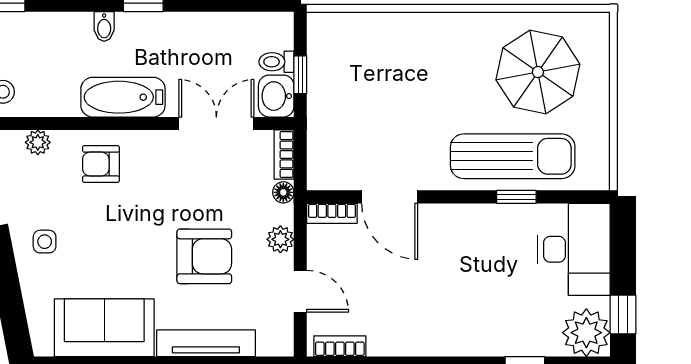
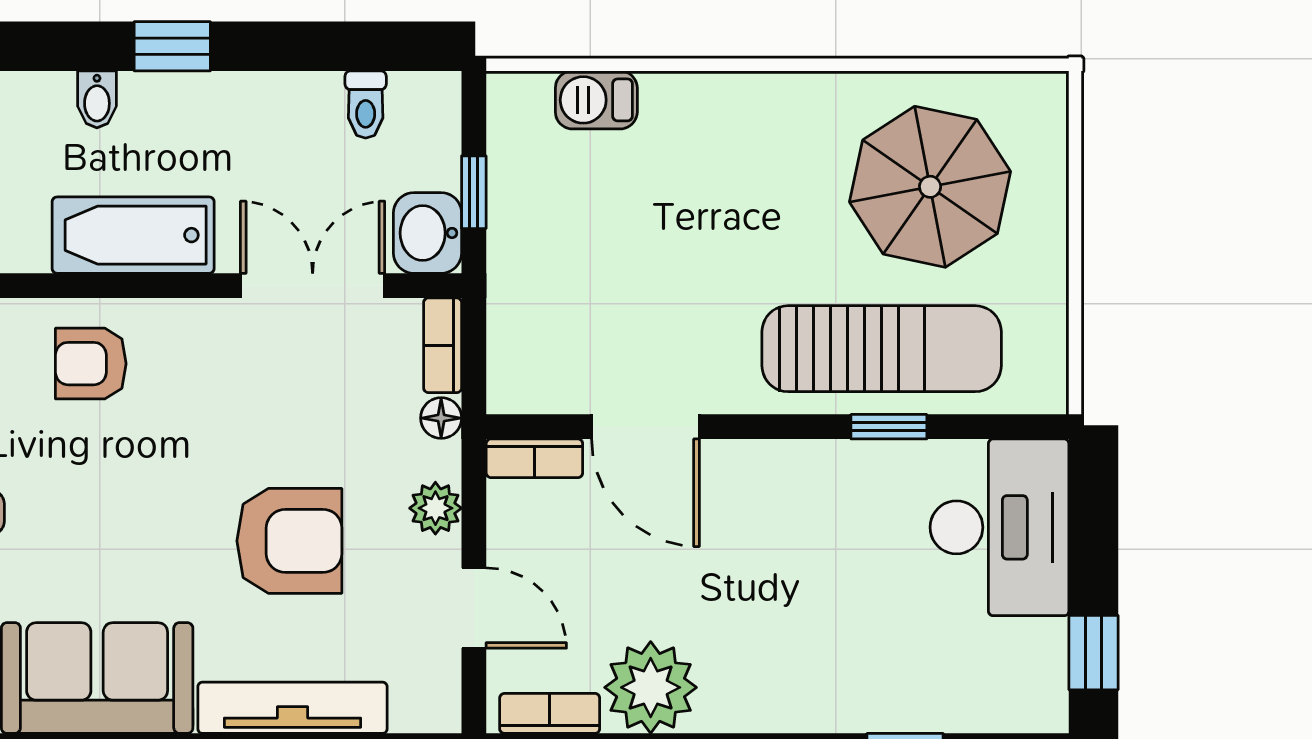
barbecue: (364, 27) -> (596, 100), added
toilet: (276, 62) -> (366, 104), moved, turned -90
plant: (586, 333) -> (651, 687), moved

